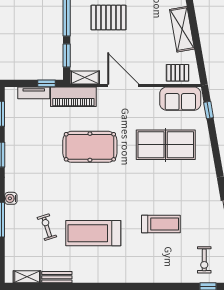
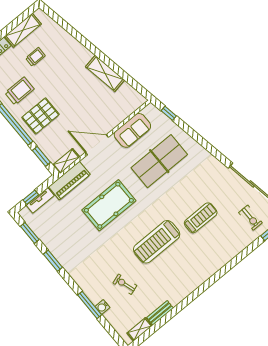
pallet: (109, 18) -> (41, 116), moved
pallet: (178, 73) -> (127, 106), removed
window: (47, 83) -> (31, 197), moved
sofa: (180, 99) -> (132, 130), moved
water cooler: (11, 198) -> (102, 307), moved
treadmill: (93, 233) -> (157, 242), moved

